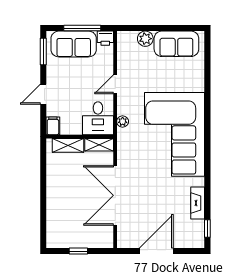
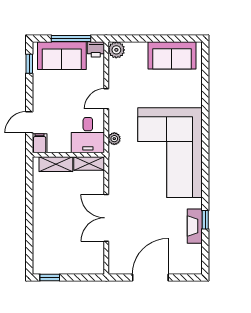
plant: (145, 39) -> (116, 50), moved
window: (43, 52) -> (29, 64), width x0.67
door: (43, 94) -> (29, 122), moved
double door: (115, 195) -> (106, 218), width x0.73
window: (207, 229) -> (205, 220), moved
window: (78, 251) -> (50, 277), moved

